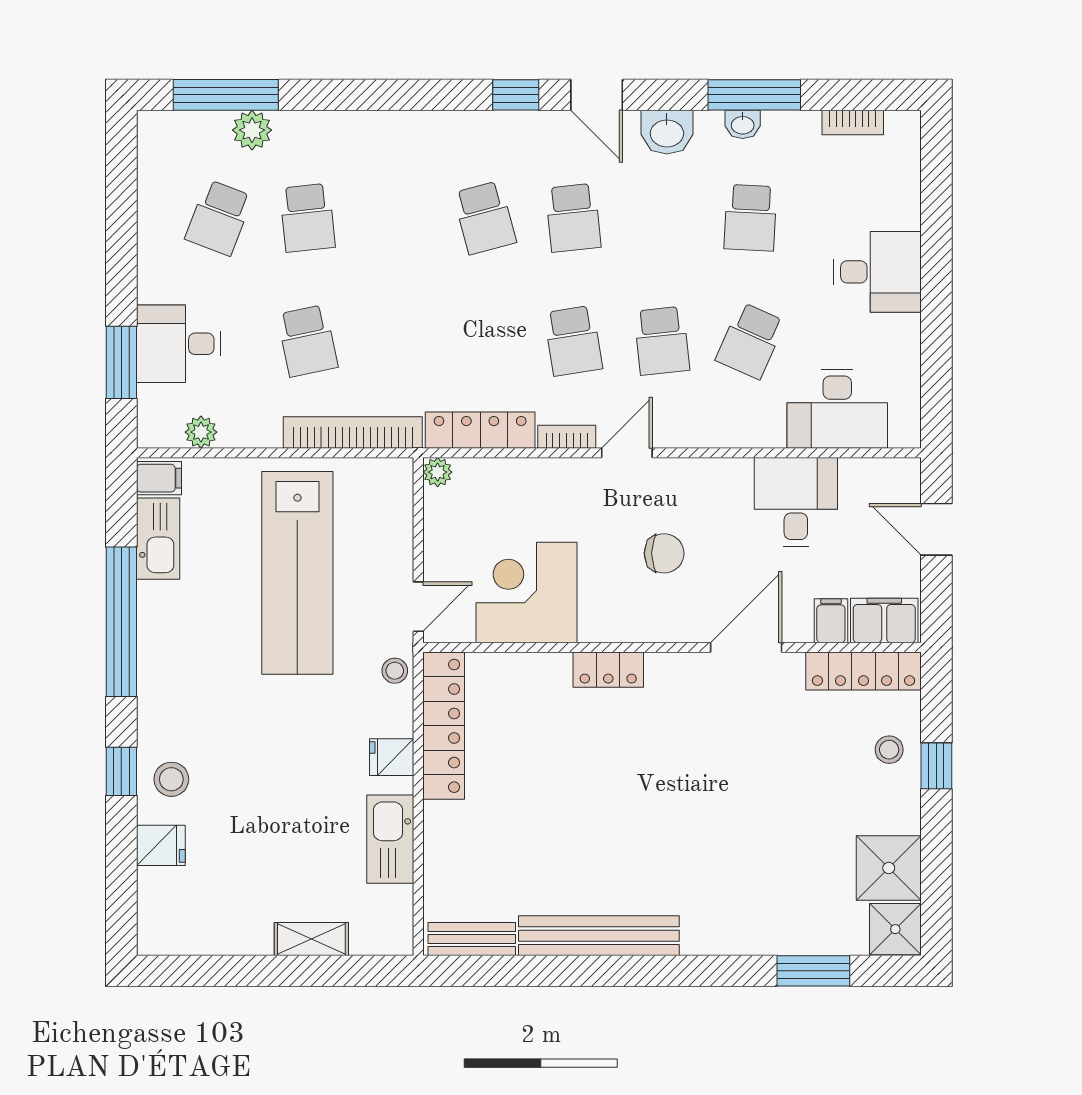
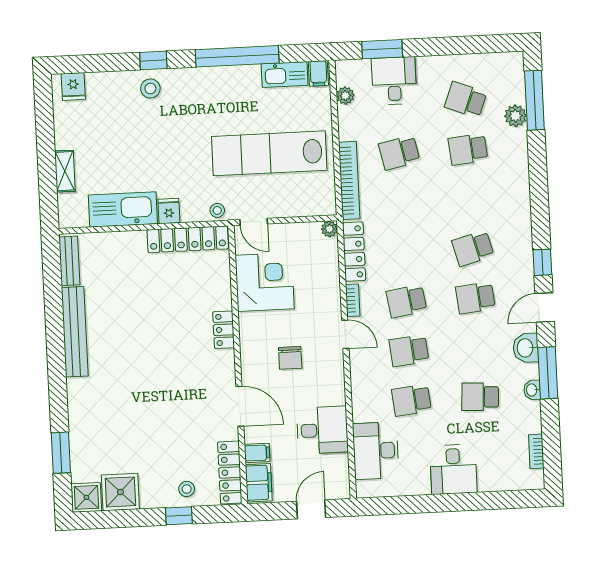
window: (754, 95) -> (548, 373), moved
school desk: (750, 341) -> (411, 400), turned -30
kitchen sink: (390, 839) -> (123, 209), width x1.36, depth x1.24
fridge: (161, 845) -> (73, 86), moved

